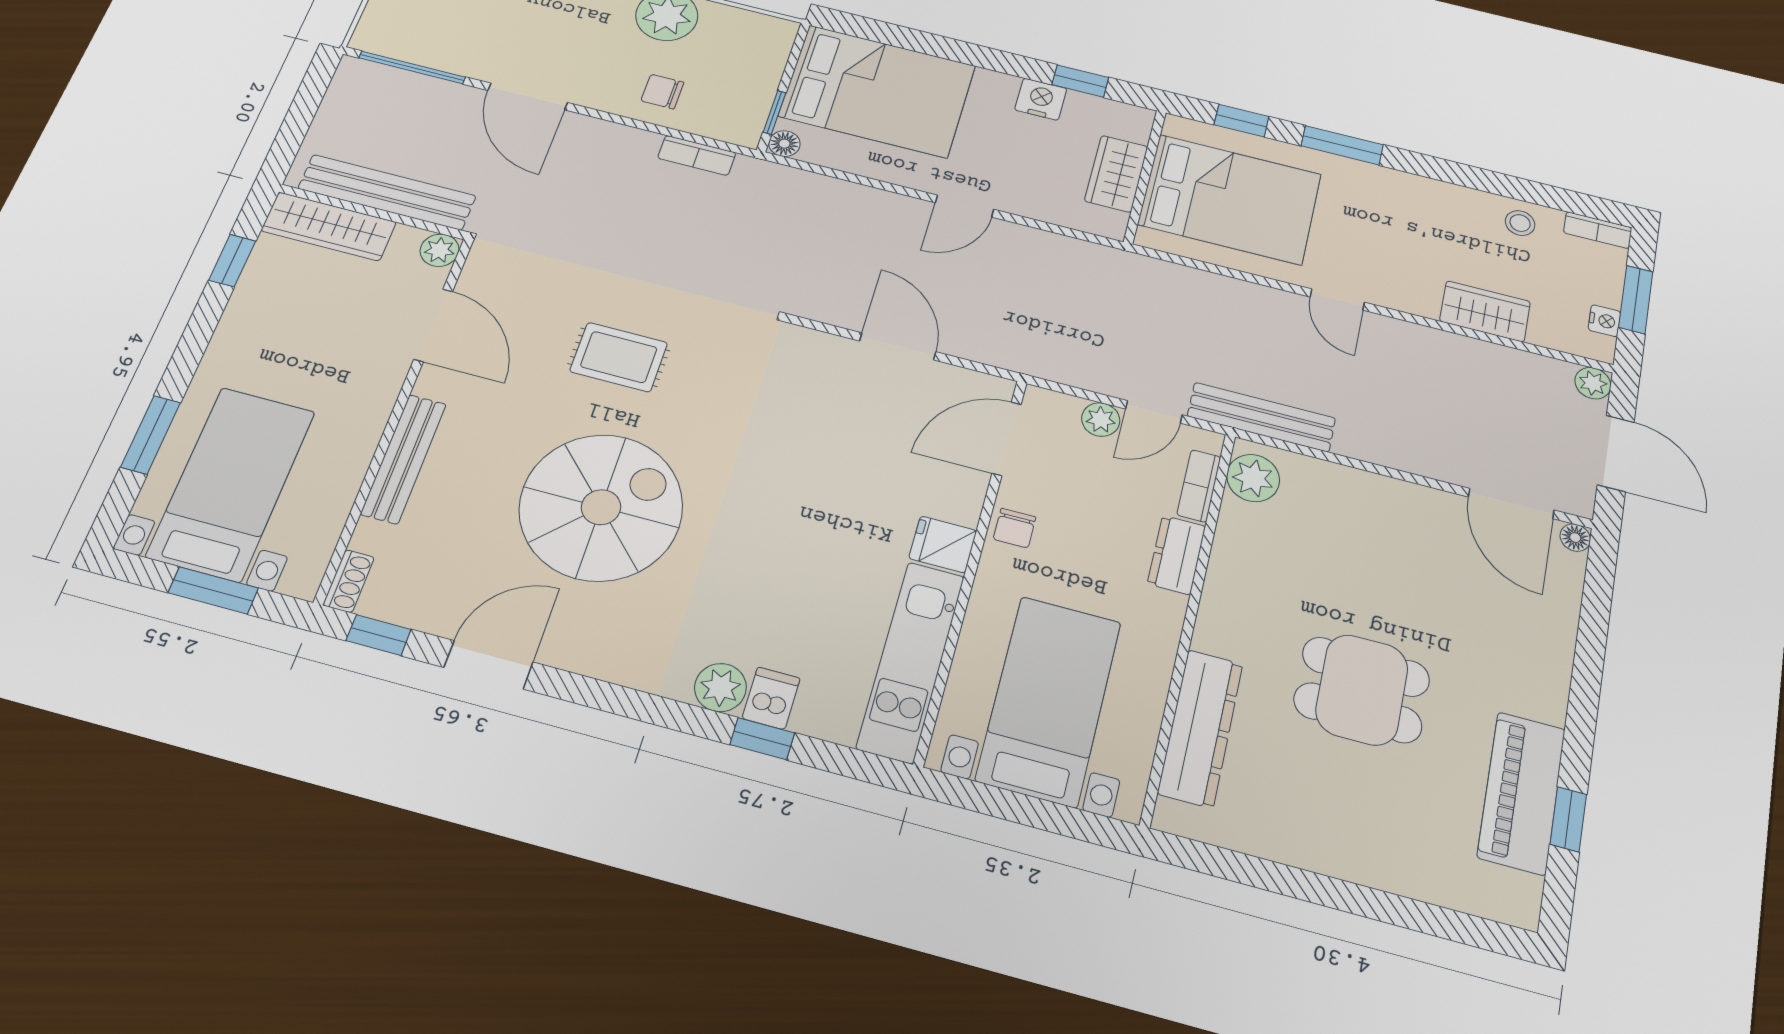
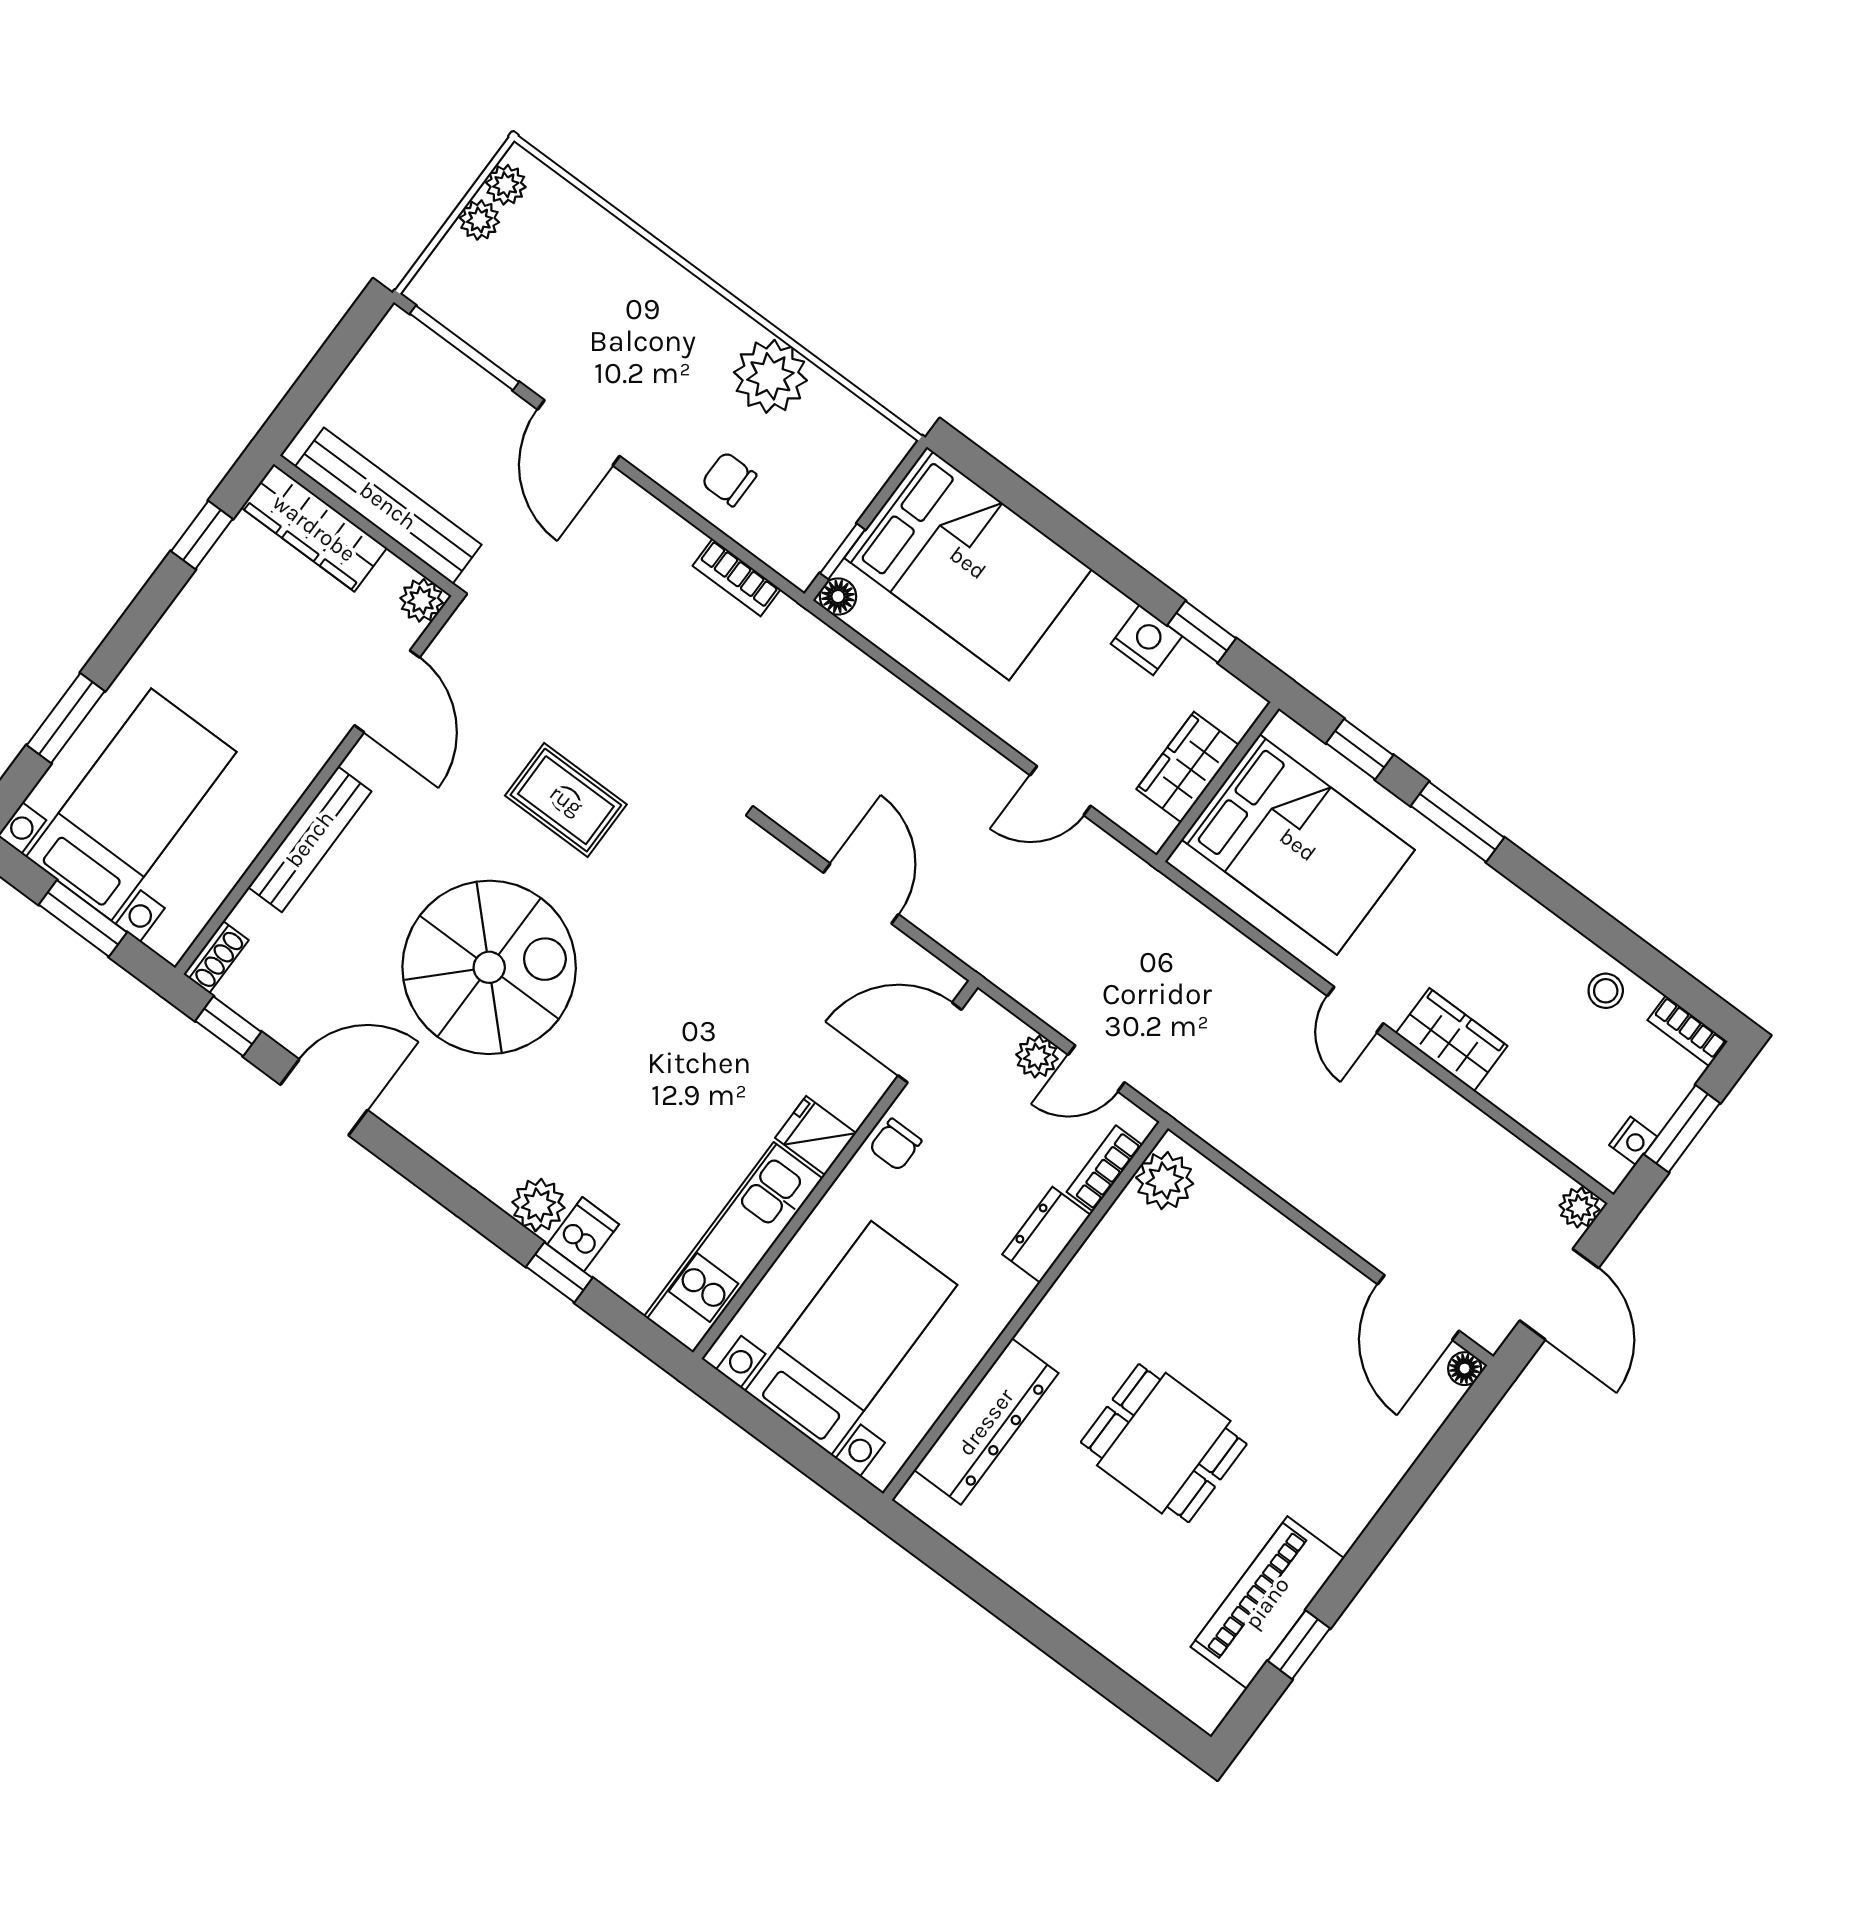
door: (965, 206) -> (1060, 791), moved
wardrobe: (1485, 311) -> (1452, 1040), moved
bench: (1261, 417) -> (1206, 1116), removed

